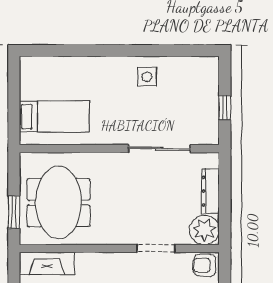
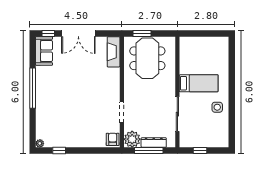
bed: (54, 116) -> (199, 83), moved, turned -90
window: (225, 200) -> (149, 150), added
meeting table: (59, 203) -> (147, 58), turned 90

